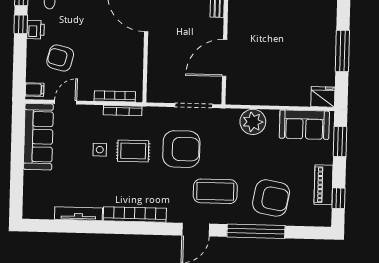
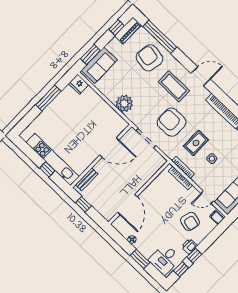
sofa: (304, 125) -> (99, 65), moved, turned 90
rug: (133, 151) -> (196, 143), turned 90
piano: (323, 185) -> (128, 31), moved
window: (256, 231) -> (160, 37), moved

